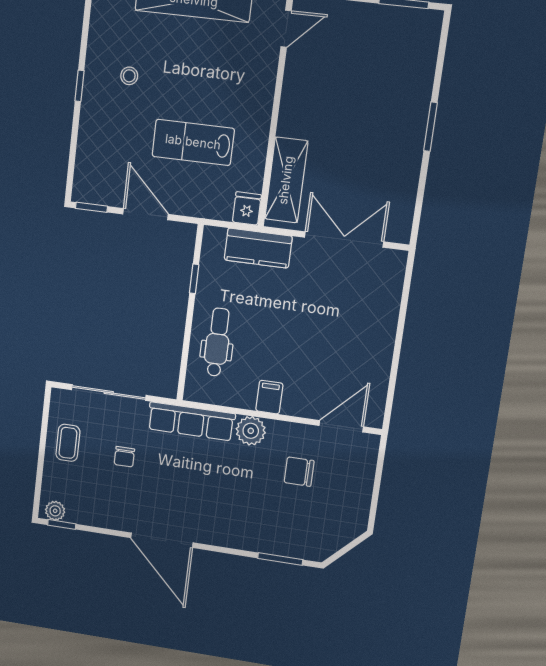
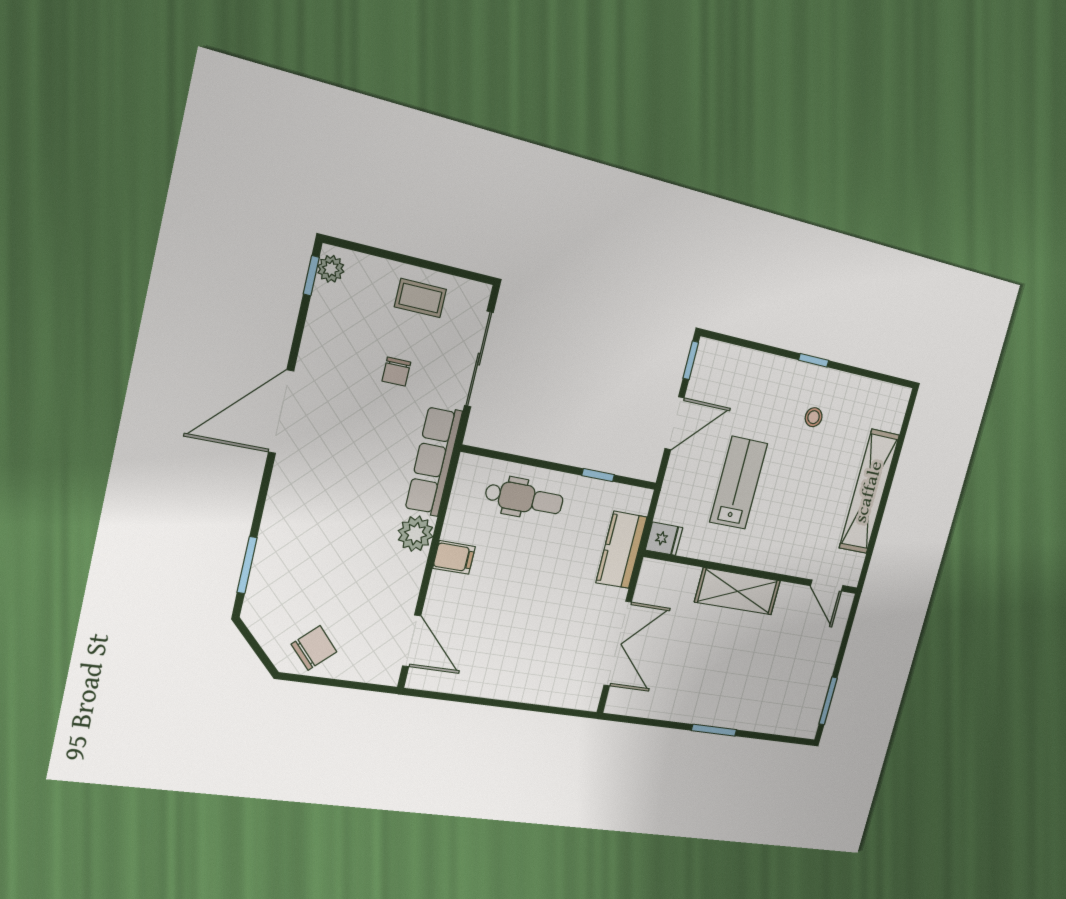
shelving: (286, 180) -> (738, 591), moved
chair: (124, 457) -> (396, 372), turned -90
chair: (299, 472) -> (314, 648), moved, turned 47

